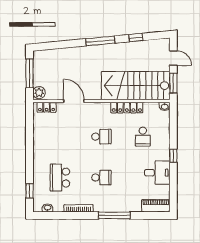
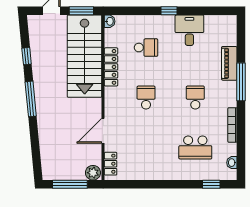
piano: (156, 206) -> (229, 63), moved

